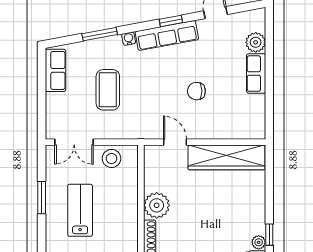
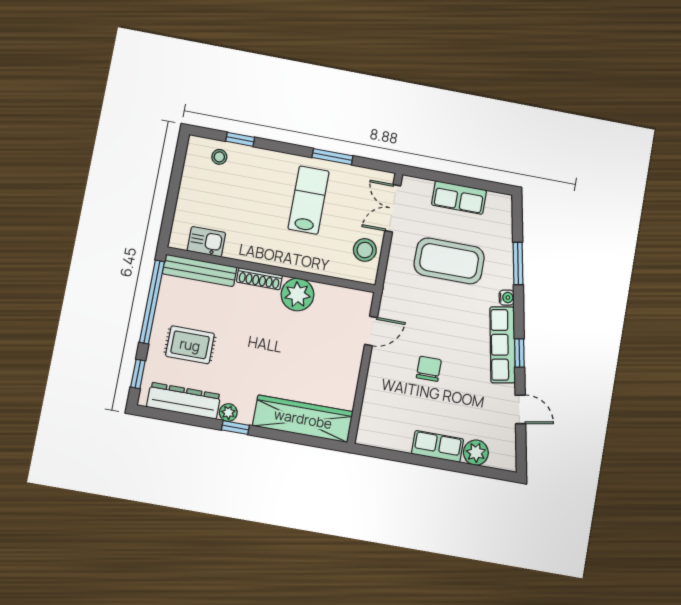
row of seats: (55, 70) -> (459, 198), moved
coffee table: (108, 90) -> (449, 261), width x1.36, depth x1.32
wardrobe: (227, 157) -> (303, 419), moved, turned 90
lab bench: (80, 210) -> (309, 200), turned -90

